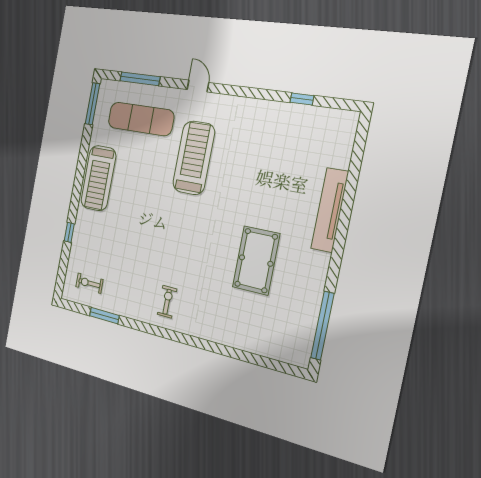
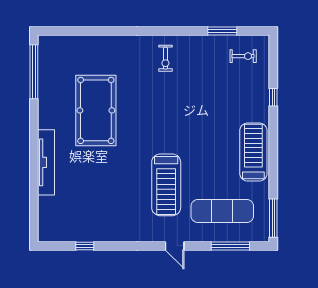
pool table: (256, 261) -> (96, 110), width x1.36, depth x1.32

